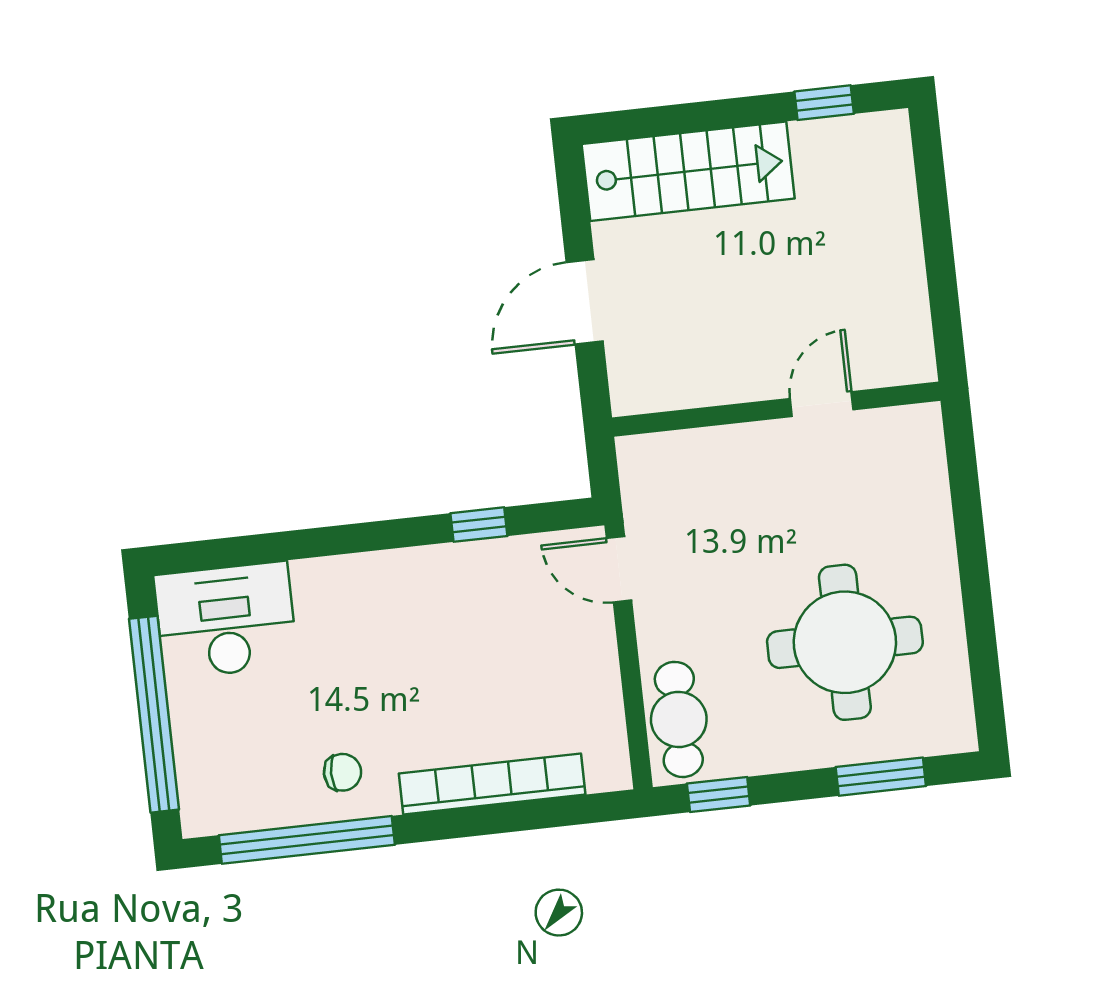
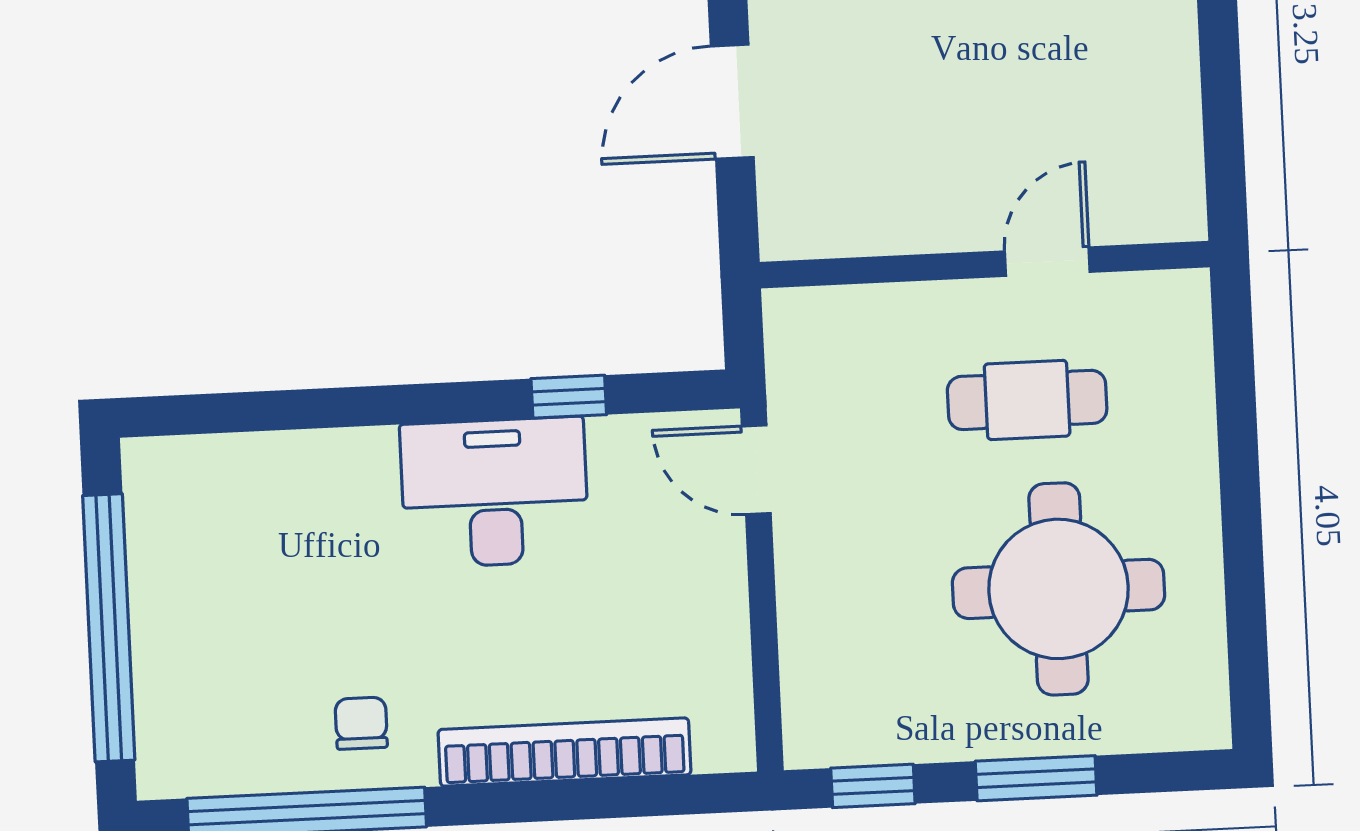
desk: (226, 620) -> (495, 492), moved
cafe table: (679, 719) -> (1027, 400), moved, turned 90
chair: (342, 772) -> (361, 723), turned -90
window: (881, 777) -> (1036, 778), moved

